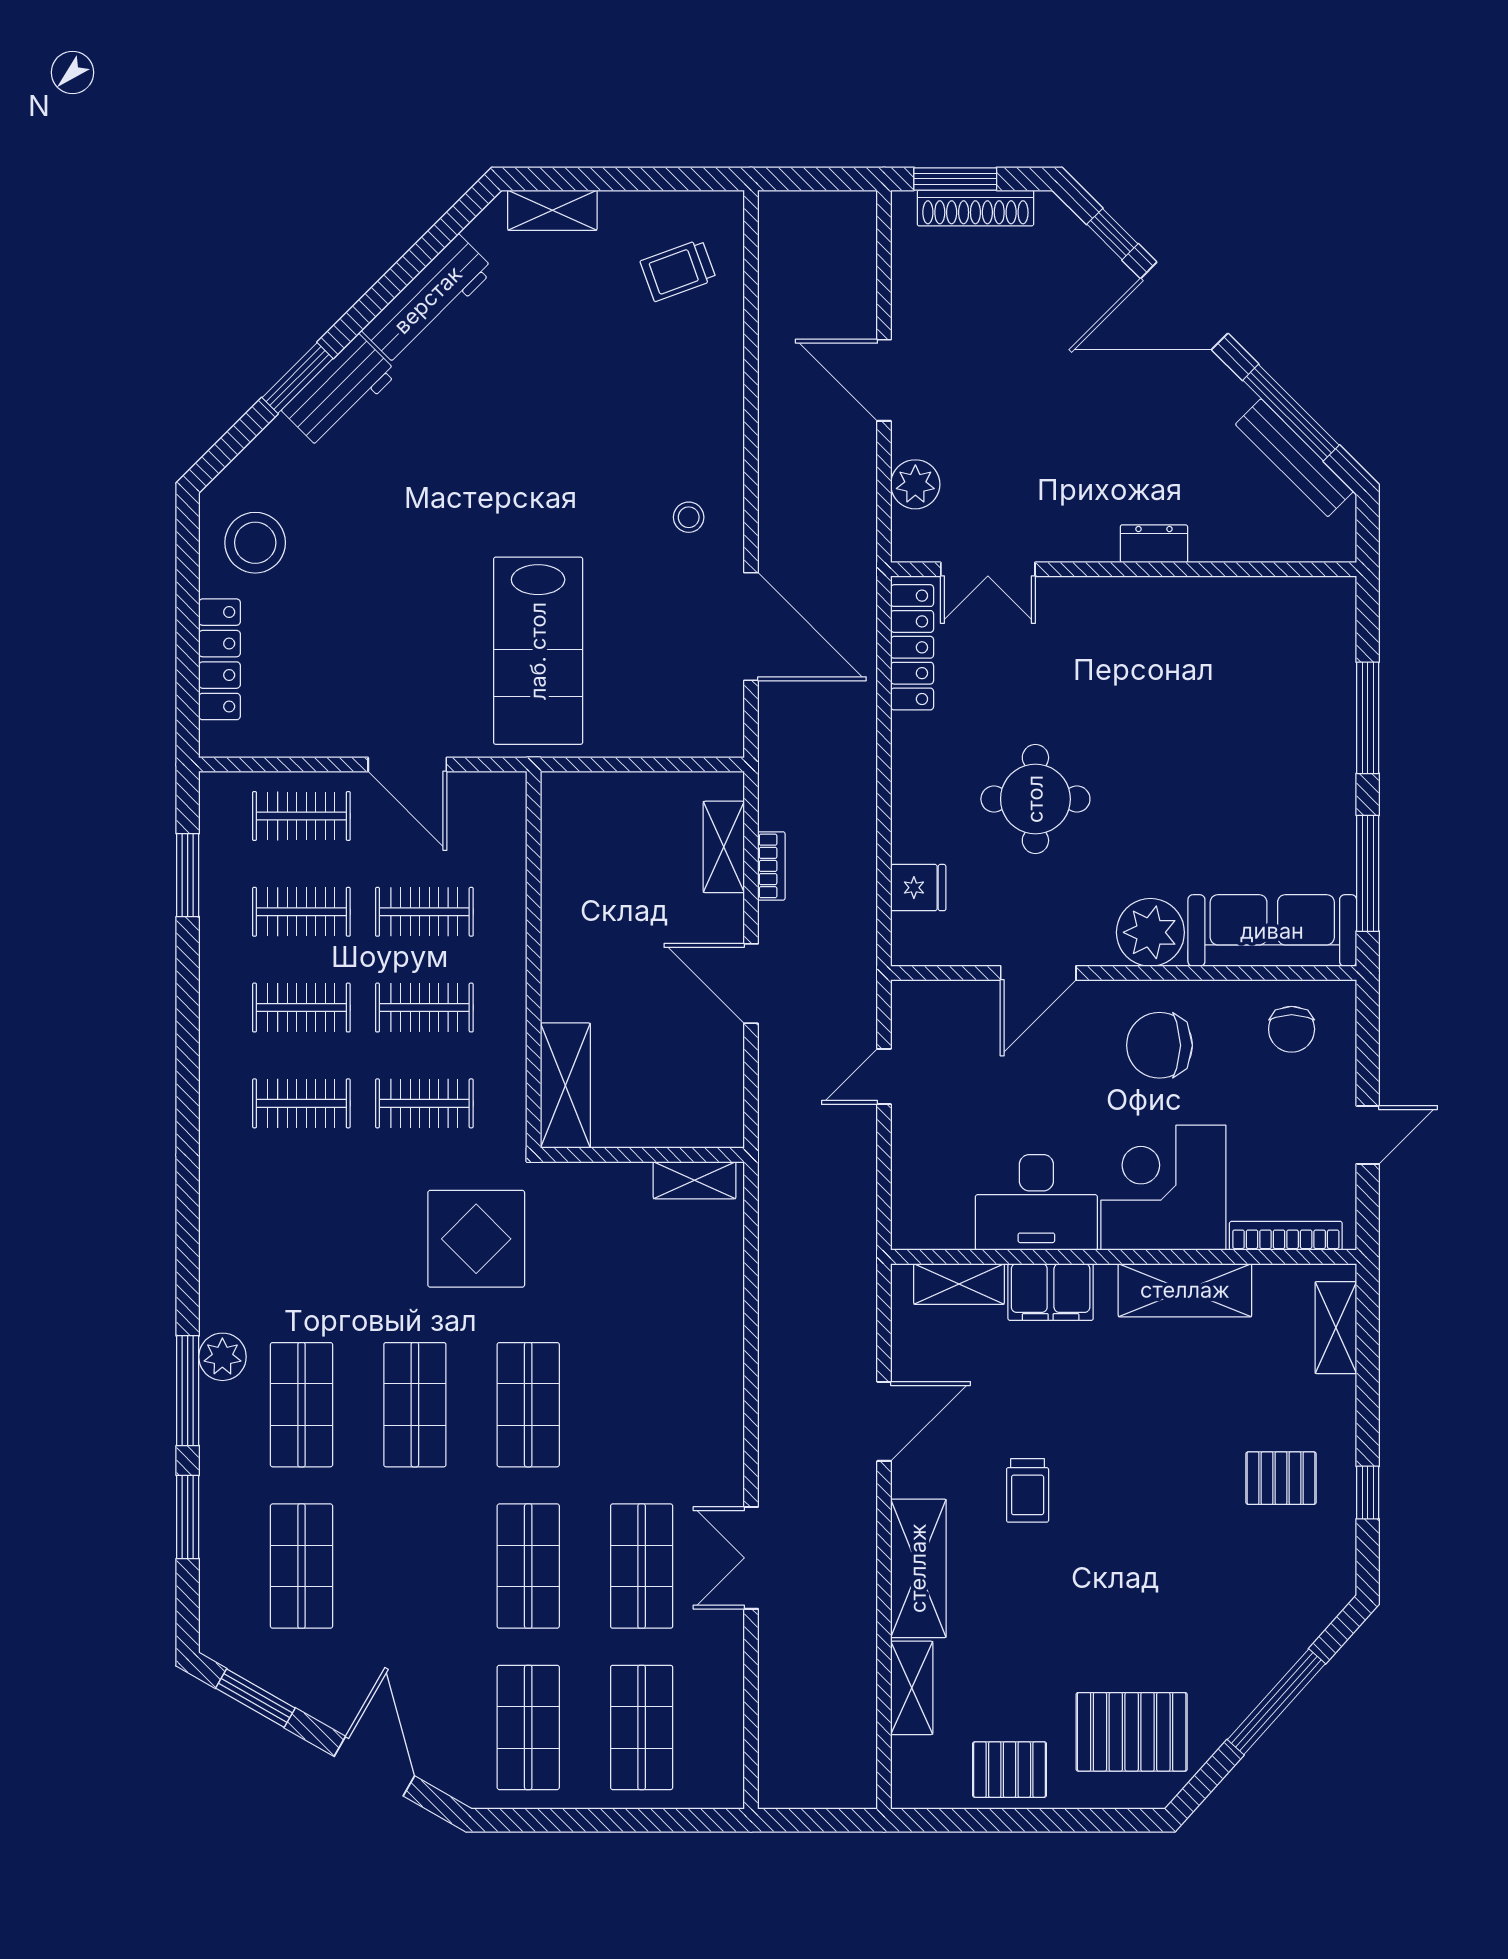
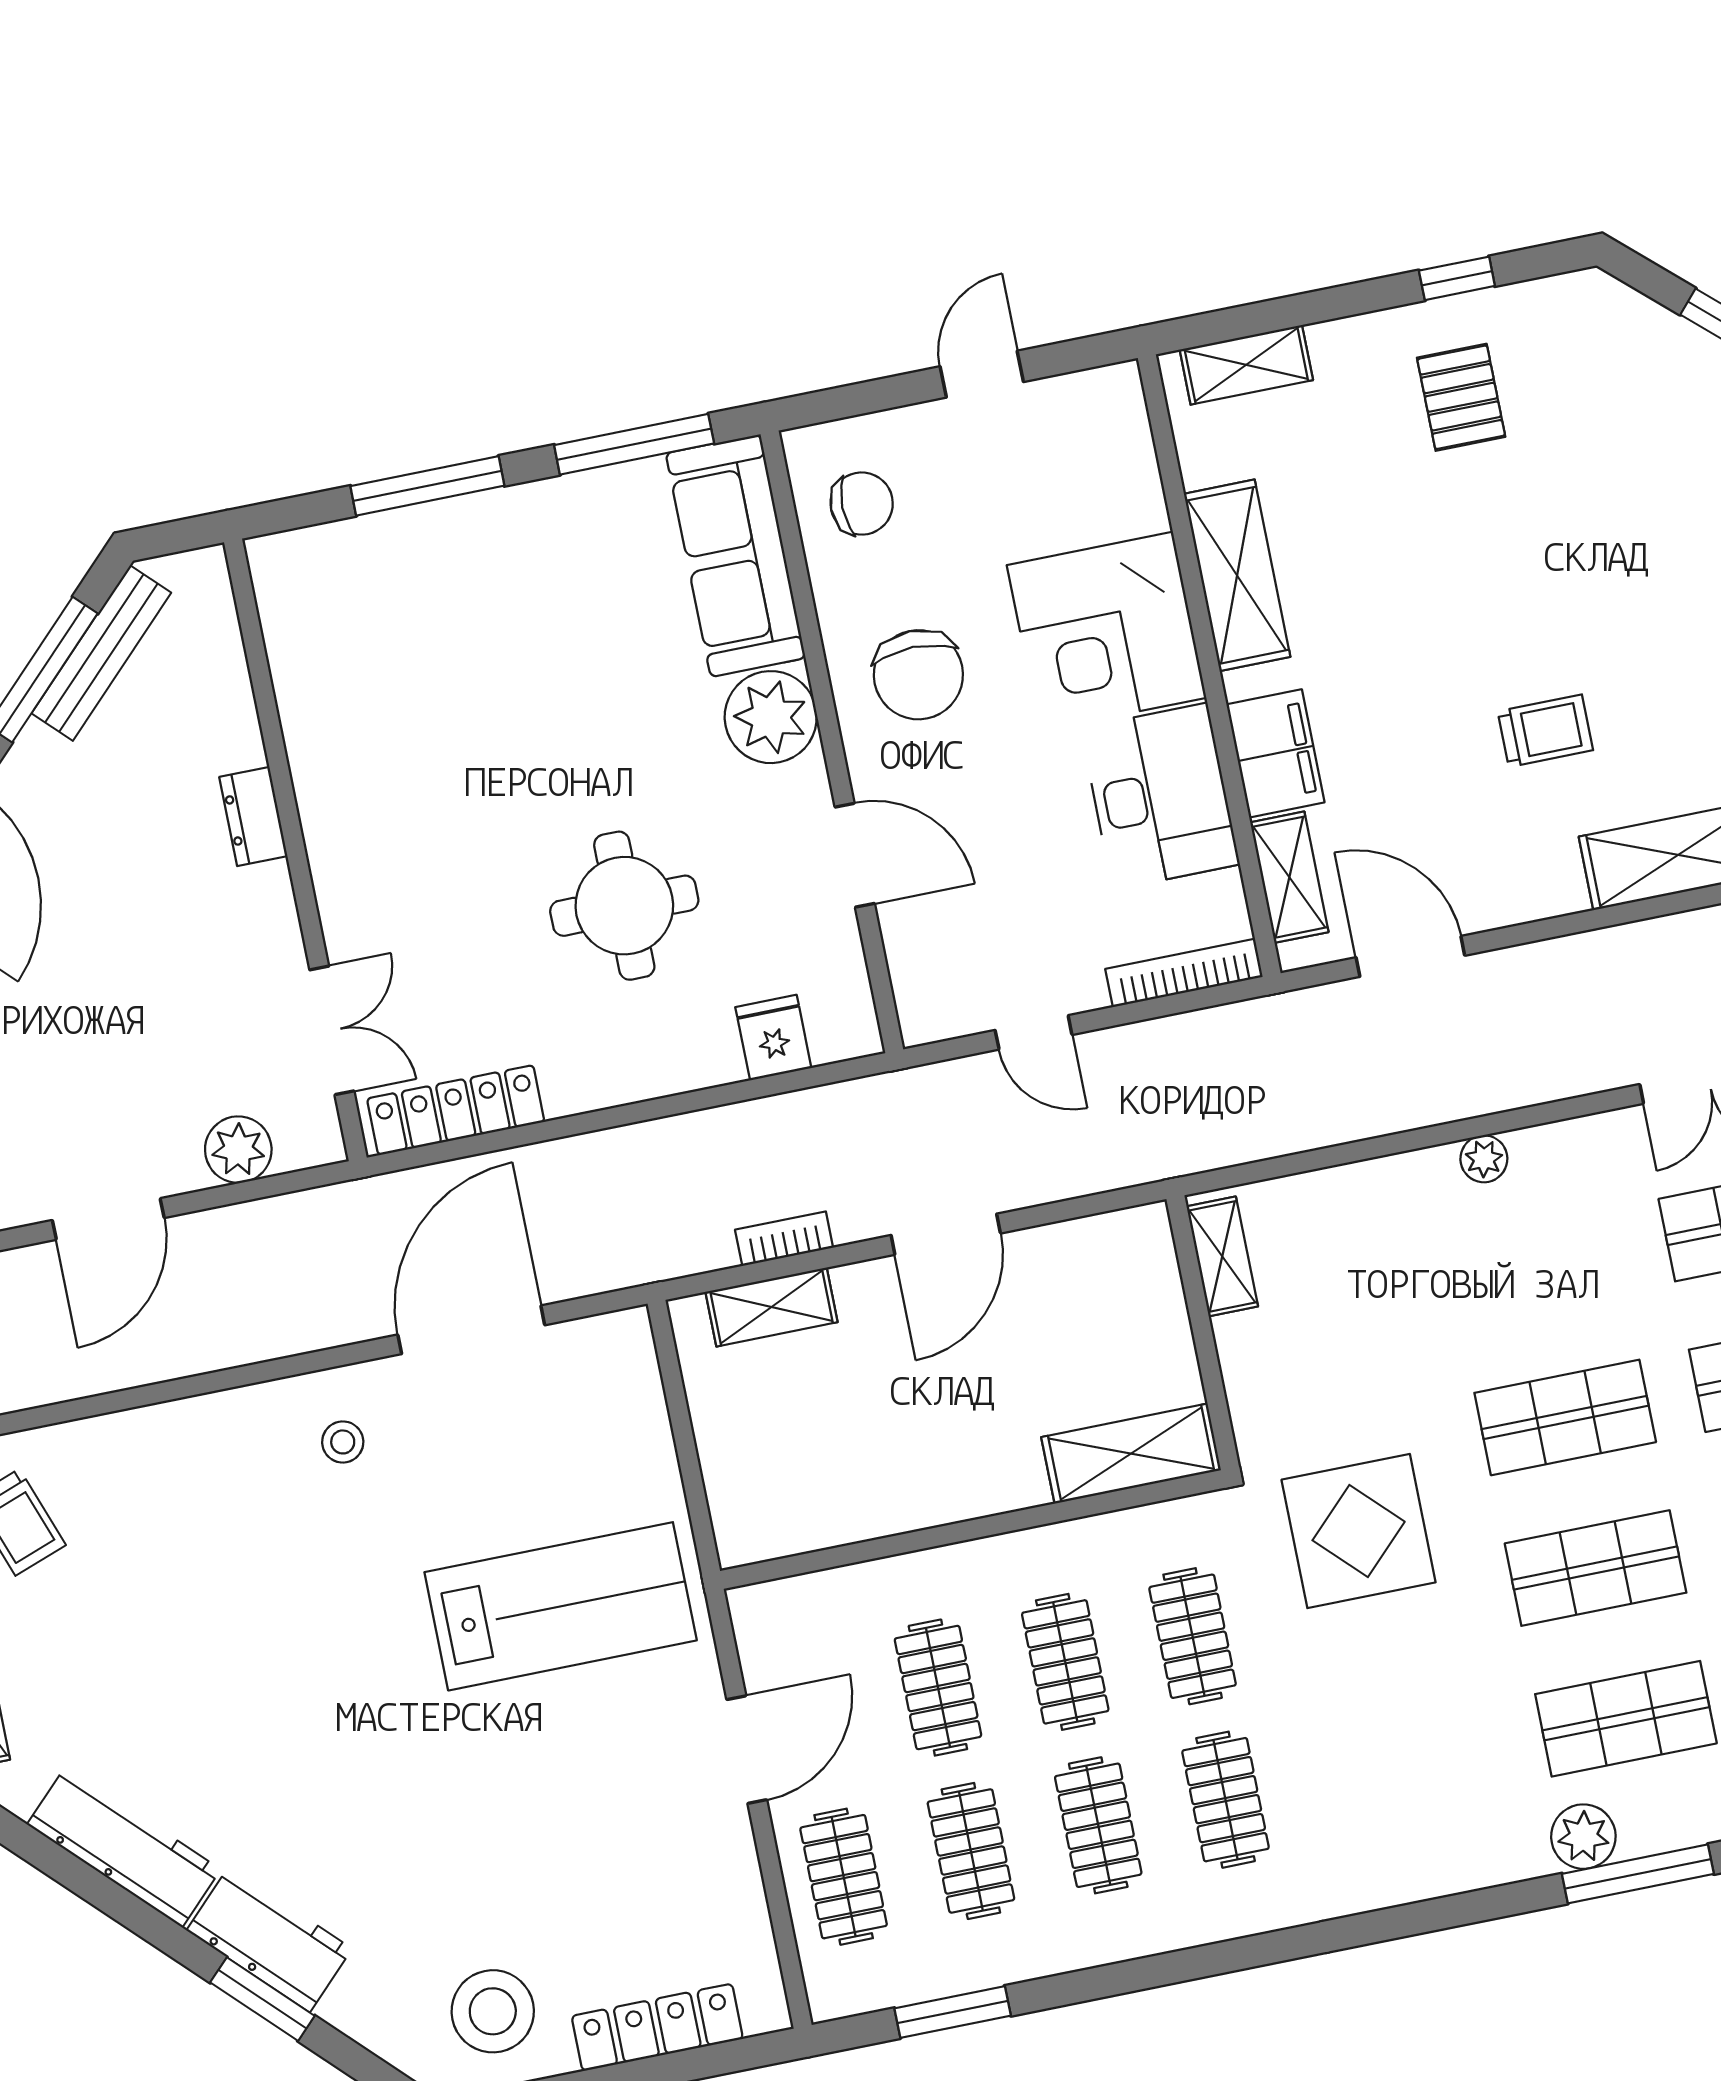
door: (1368, 1135) -> (982, 374), hinge flipped
bookcase: (1286, 1236) -> (1184, 973), moved, turned 90
plant: (727, 1384) -> (1484, 1159), added
door: (884, 1421) -> (1410, 956), moved

